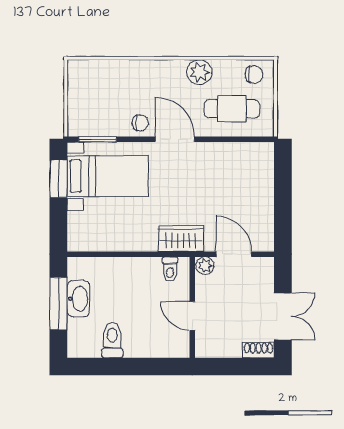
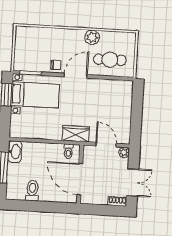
chair: (254, 74) -> (124, 41), removed
door: (175, 139) -> (76, 76), hinge flipped
plant: (205, 266) -> (124, 152), moved
washbasin: (78, 299) -> (15, 152), moved
door: (192, 316) -> (80, 179), width x1.87

